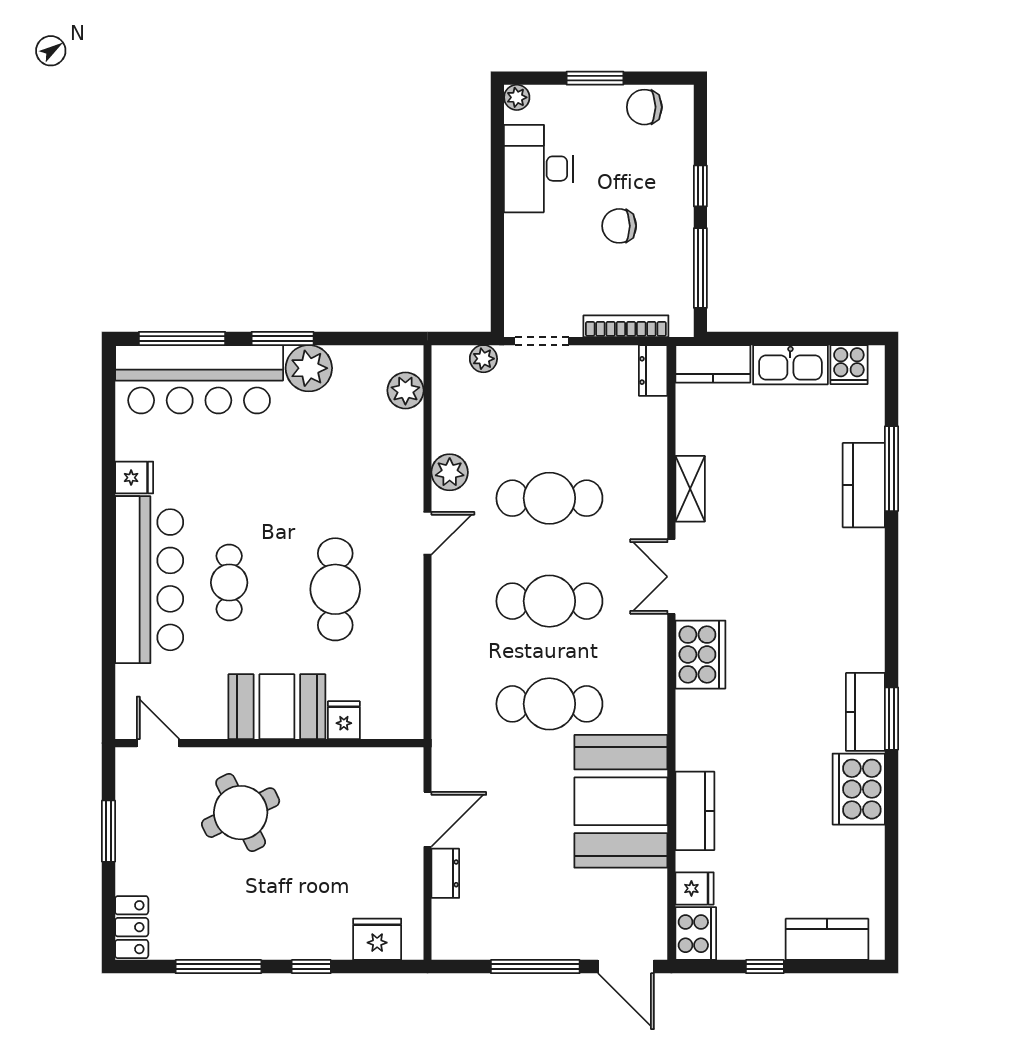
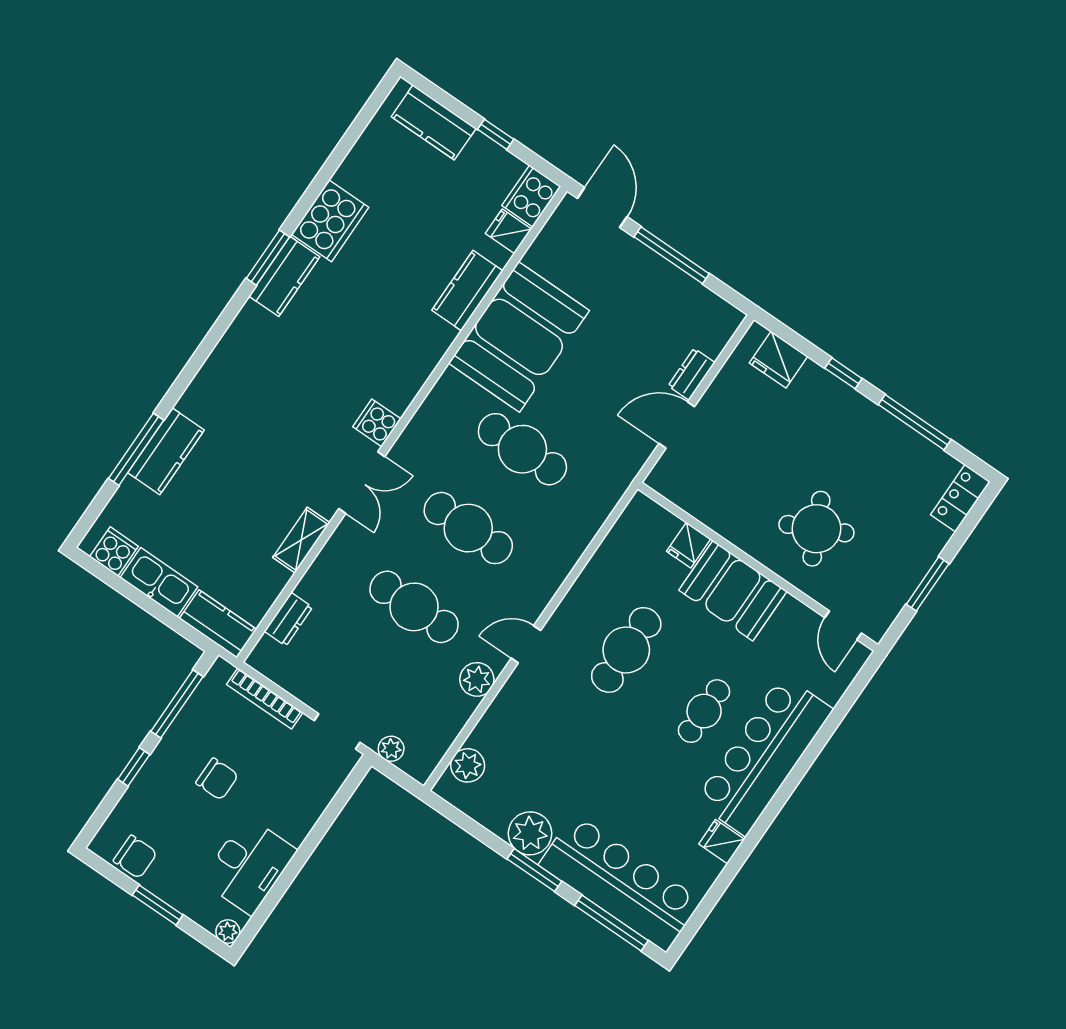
dresser: (653, 370) -> (288, 619), moved
cooker: (700, 655) -> (377, 423), width x0.53, depth x0.76

